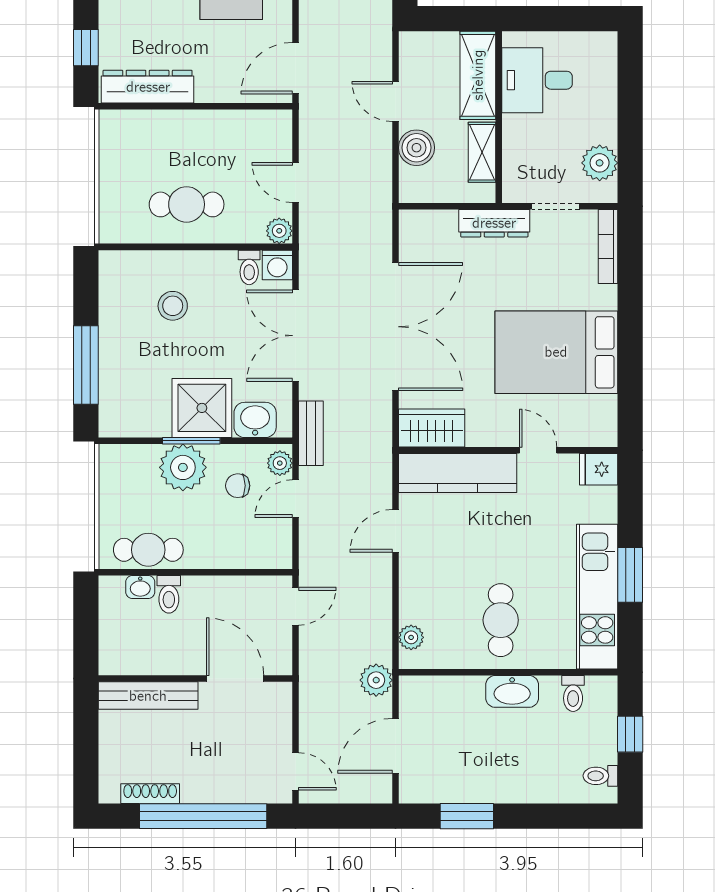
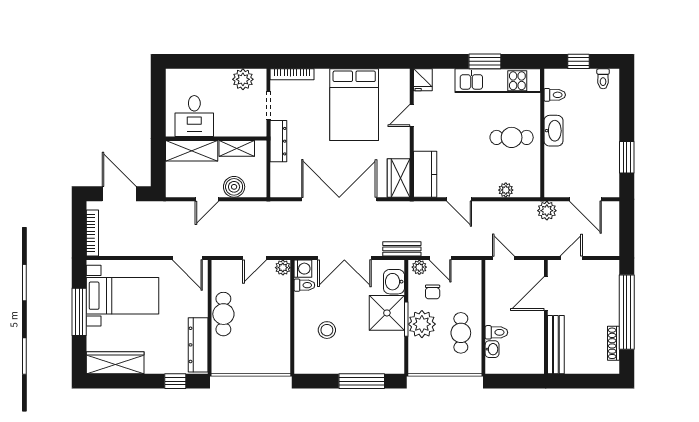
cafe table: (187, 204) -> (223, 314), moved
kitchen counter: (458, 473) -> (425, 174), width x0.67
cafe table: (148, 550) -> (461, 333), moved
plant: (411, 637) -> (506, 190), moved
door: (295, 771) -> (571, 258), moved

